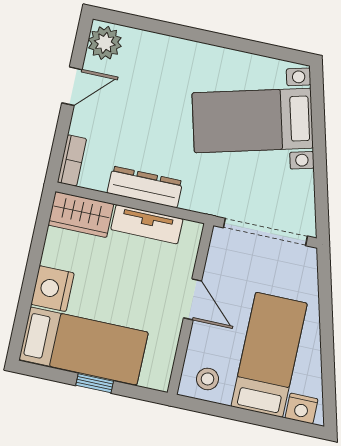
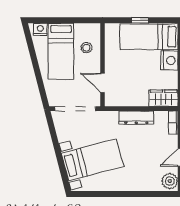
tv unit: (147, 224) -> (132, 100), removed
door: (193, 299) -> (103, 83), moved
stool: (207, 379) -> (86, 48), moved

